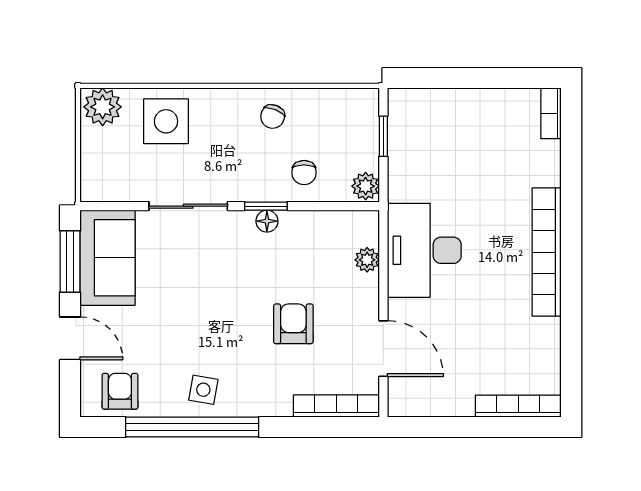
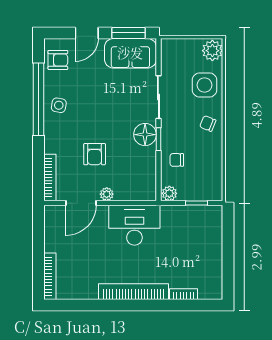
bookcase: (551, 113) -> (184, 294), moved
chair: (273, 117) -> (208, 123), moved
floor lamp: (267, 221) -> (145, 135), width x1.89, depth x1.89
plant: (367, 260) -> (107, 194), moved
armchair: (293, 324) -> (95, 154), turned 90

